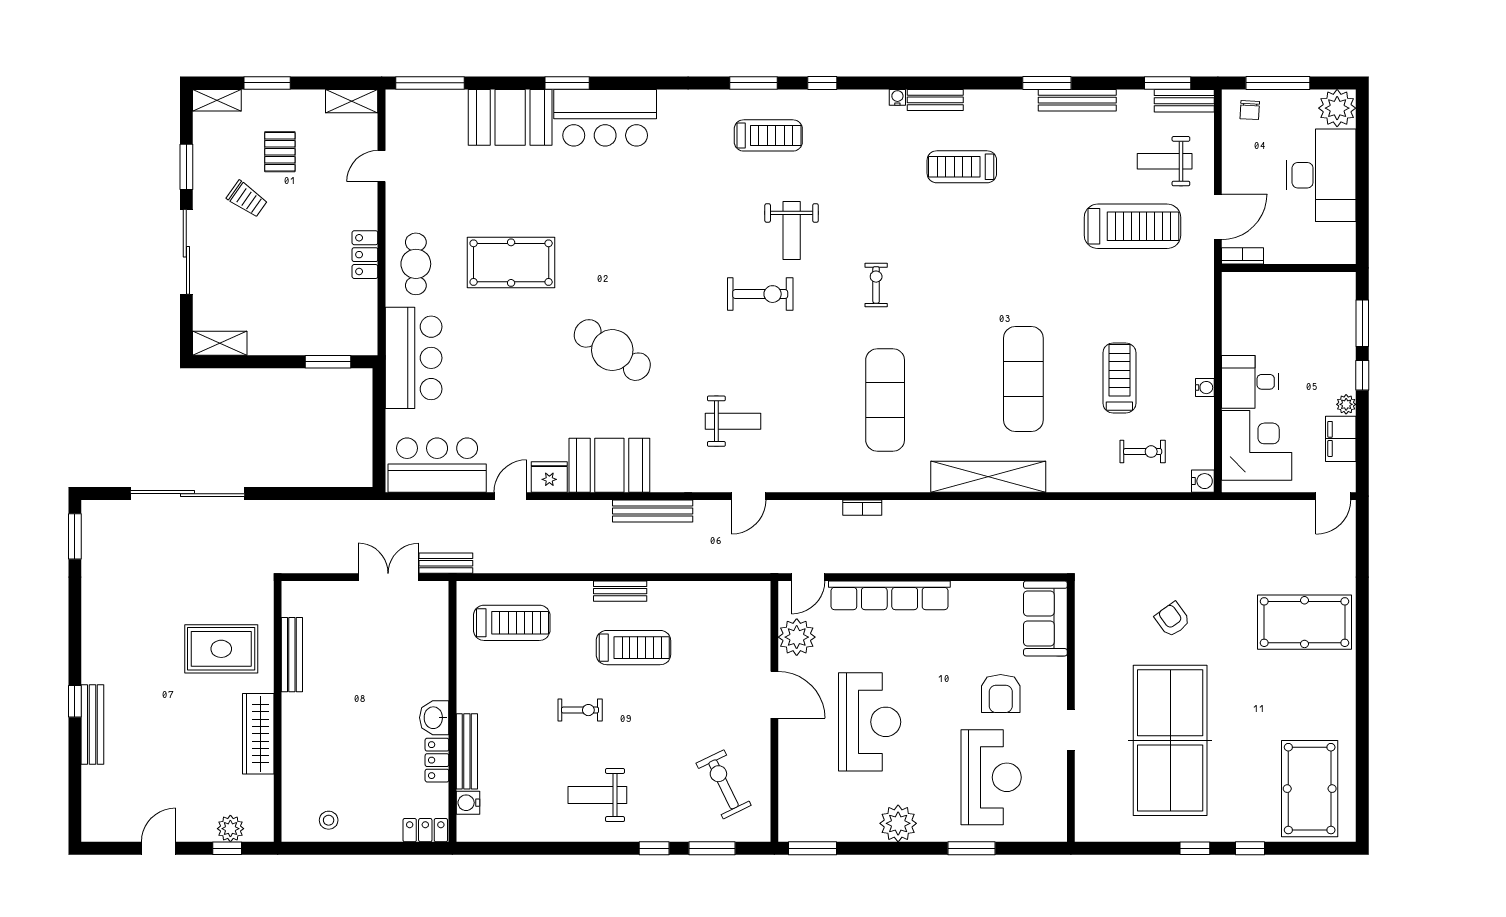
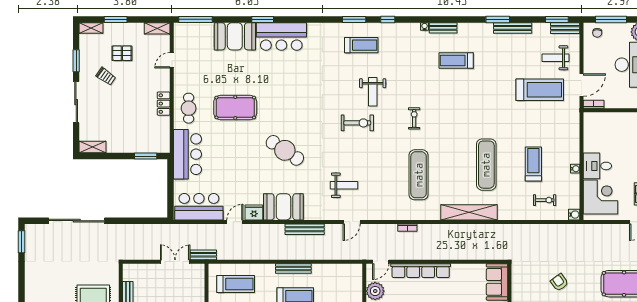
pallet: (280, 152) -> (122, 53), turned 90
bench: (620, 591) -> (293, 268), width x1.36

